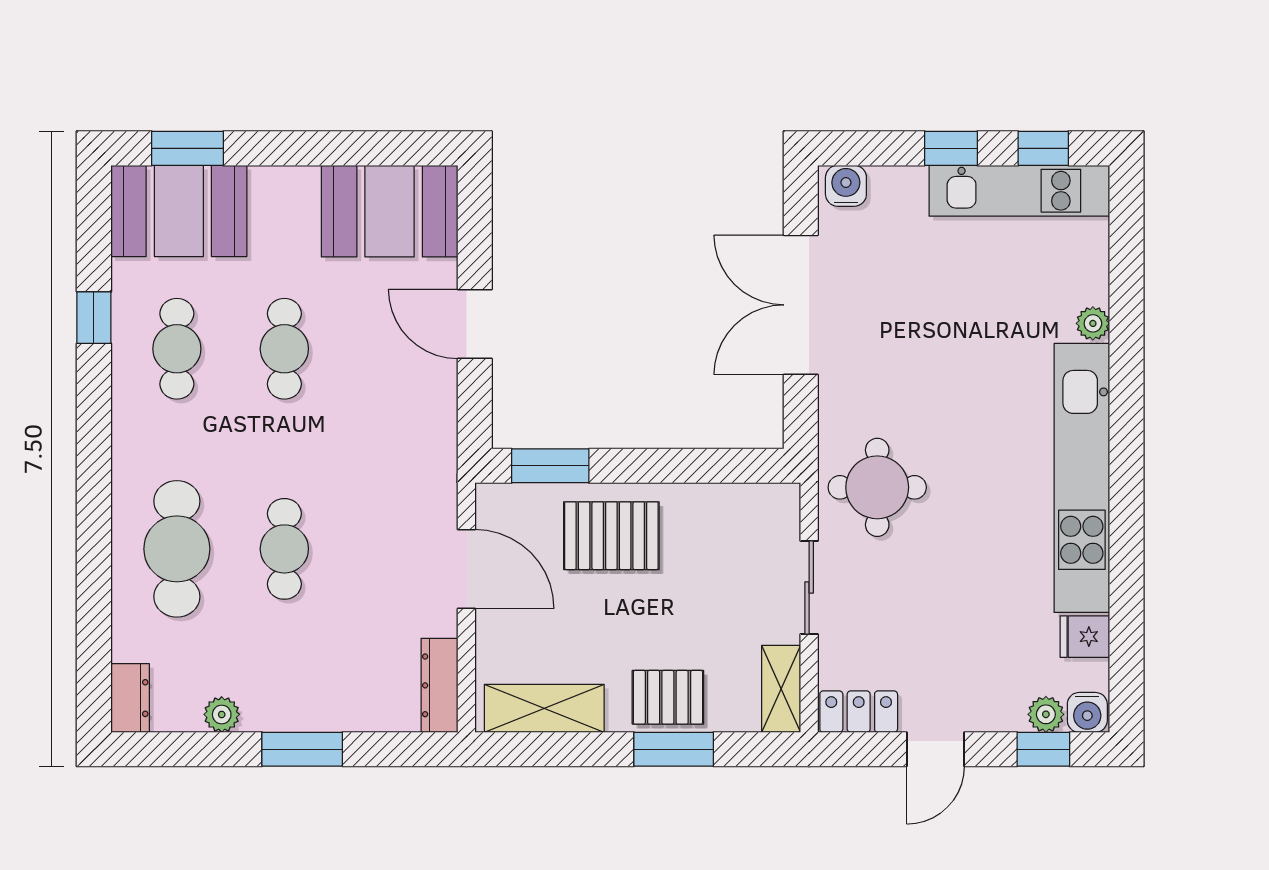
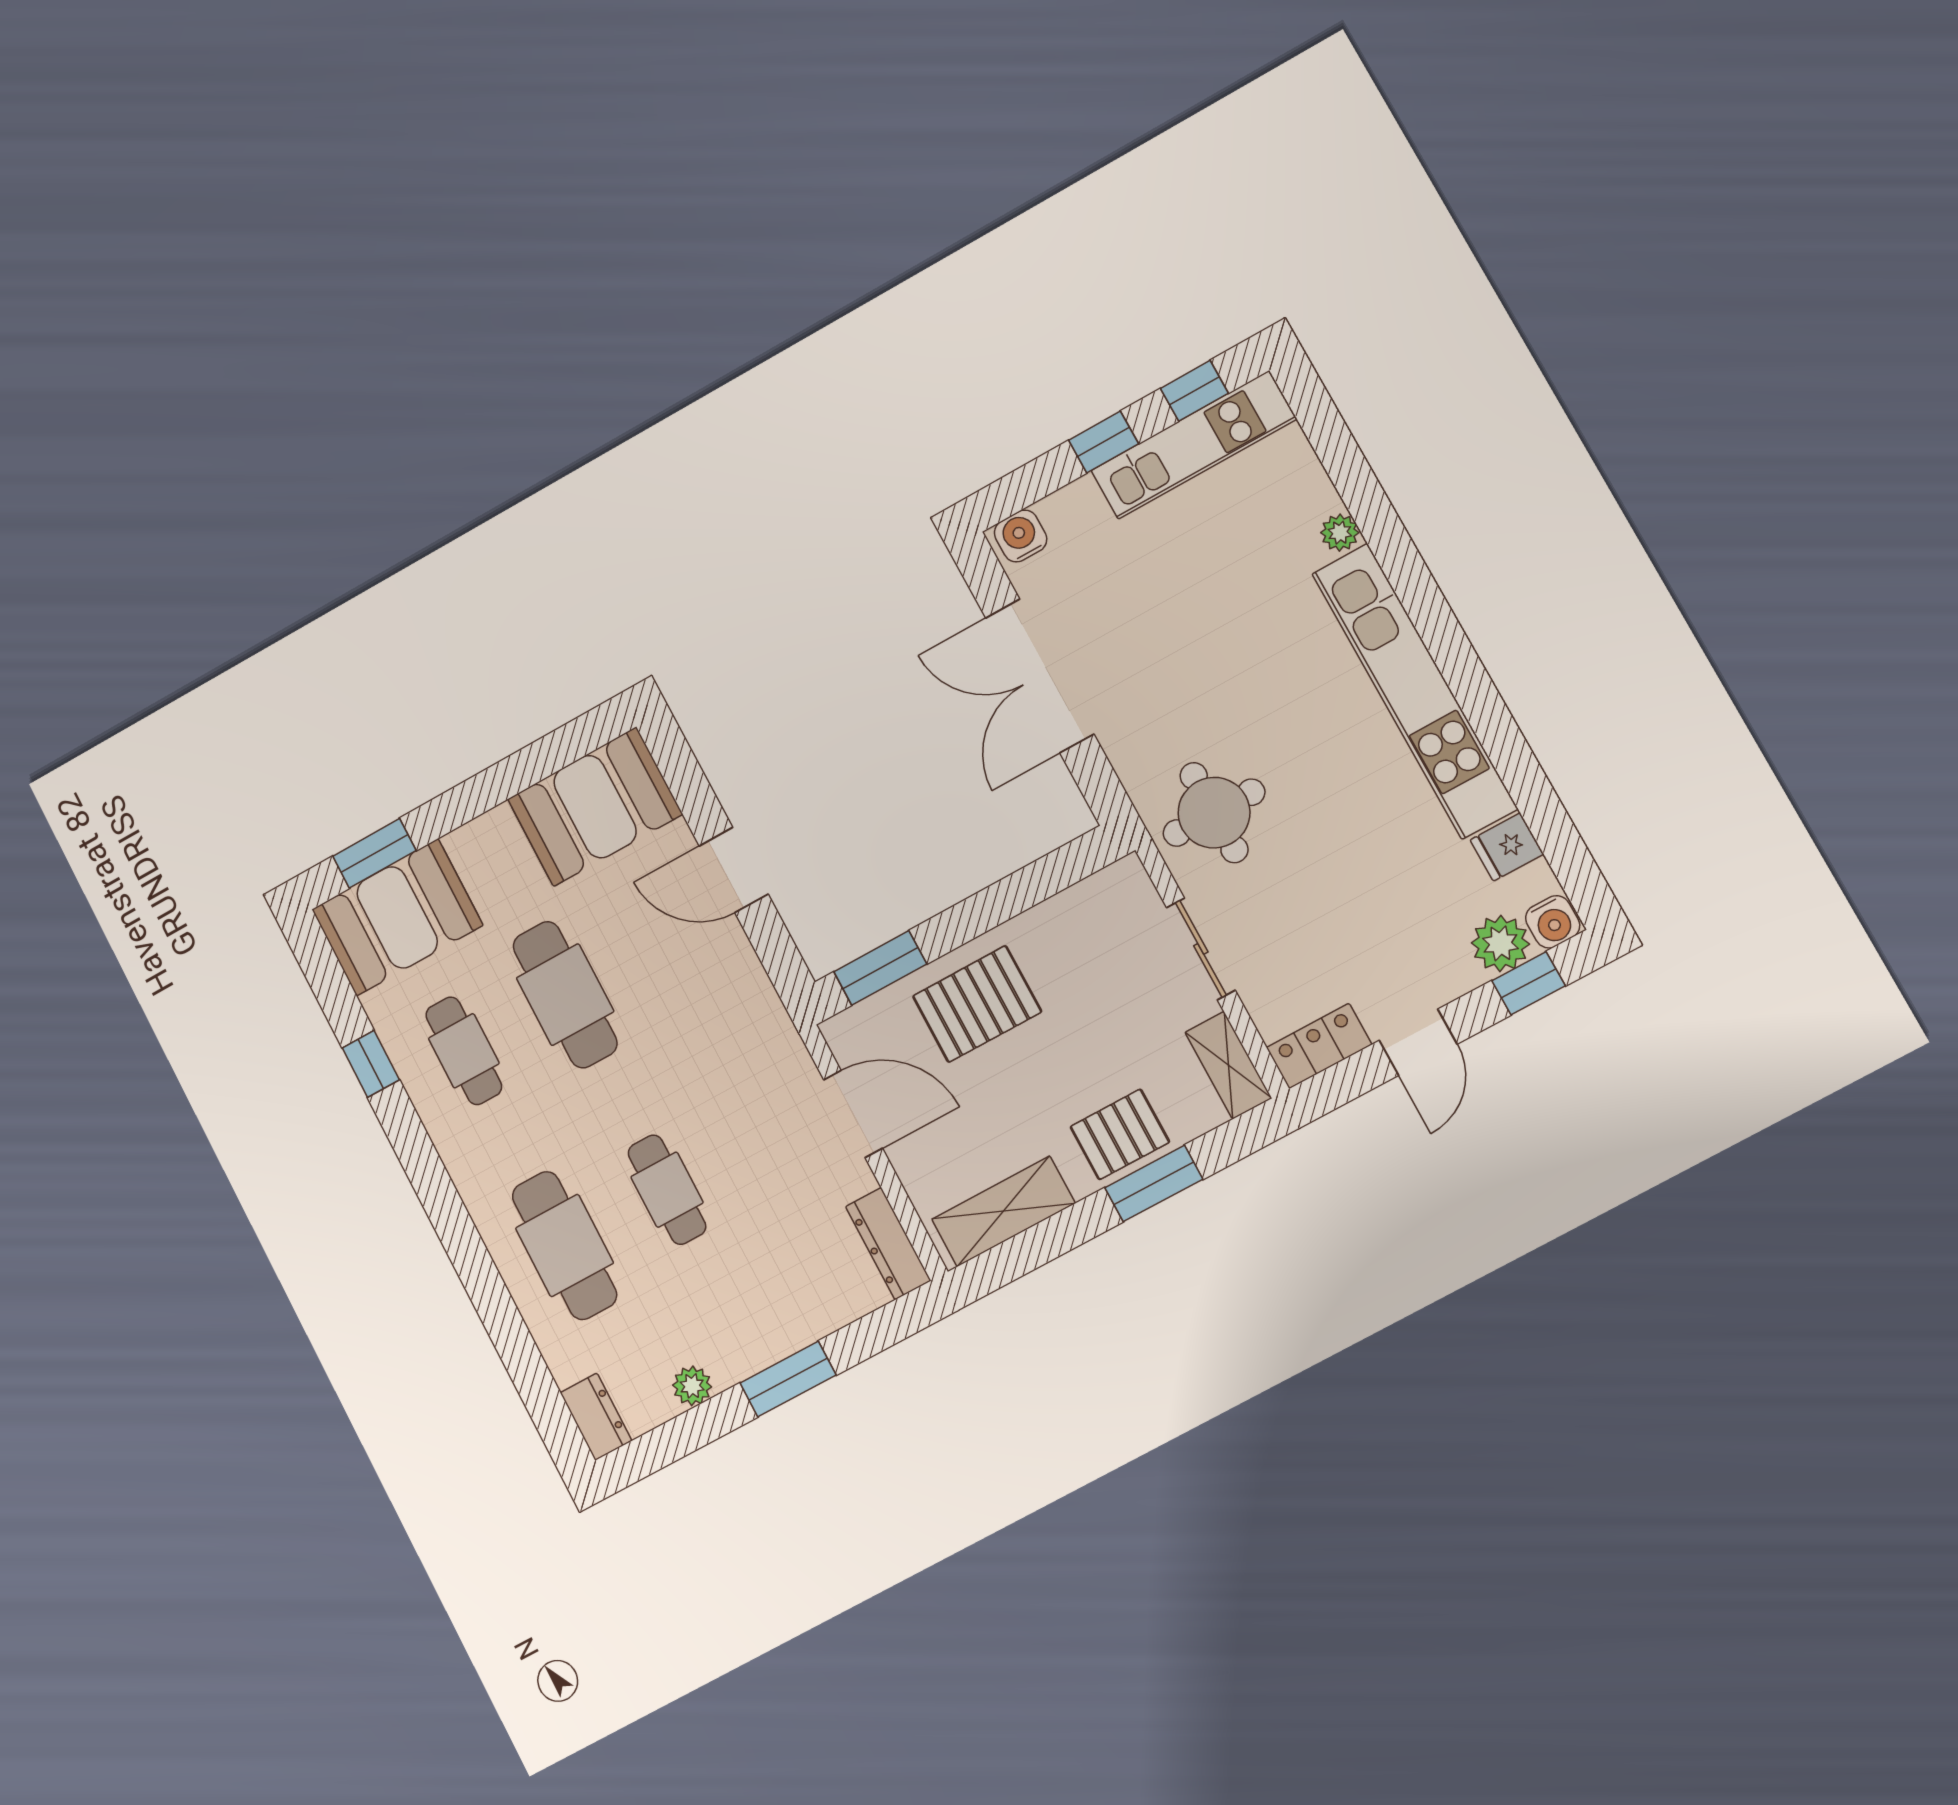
cafe table: (284, 349) -> (565, 995), width x1.37, depth x1.35
plant: (1046, 714) -> (1500, 943), width x1.38, depth x1.38

